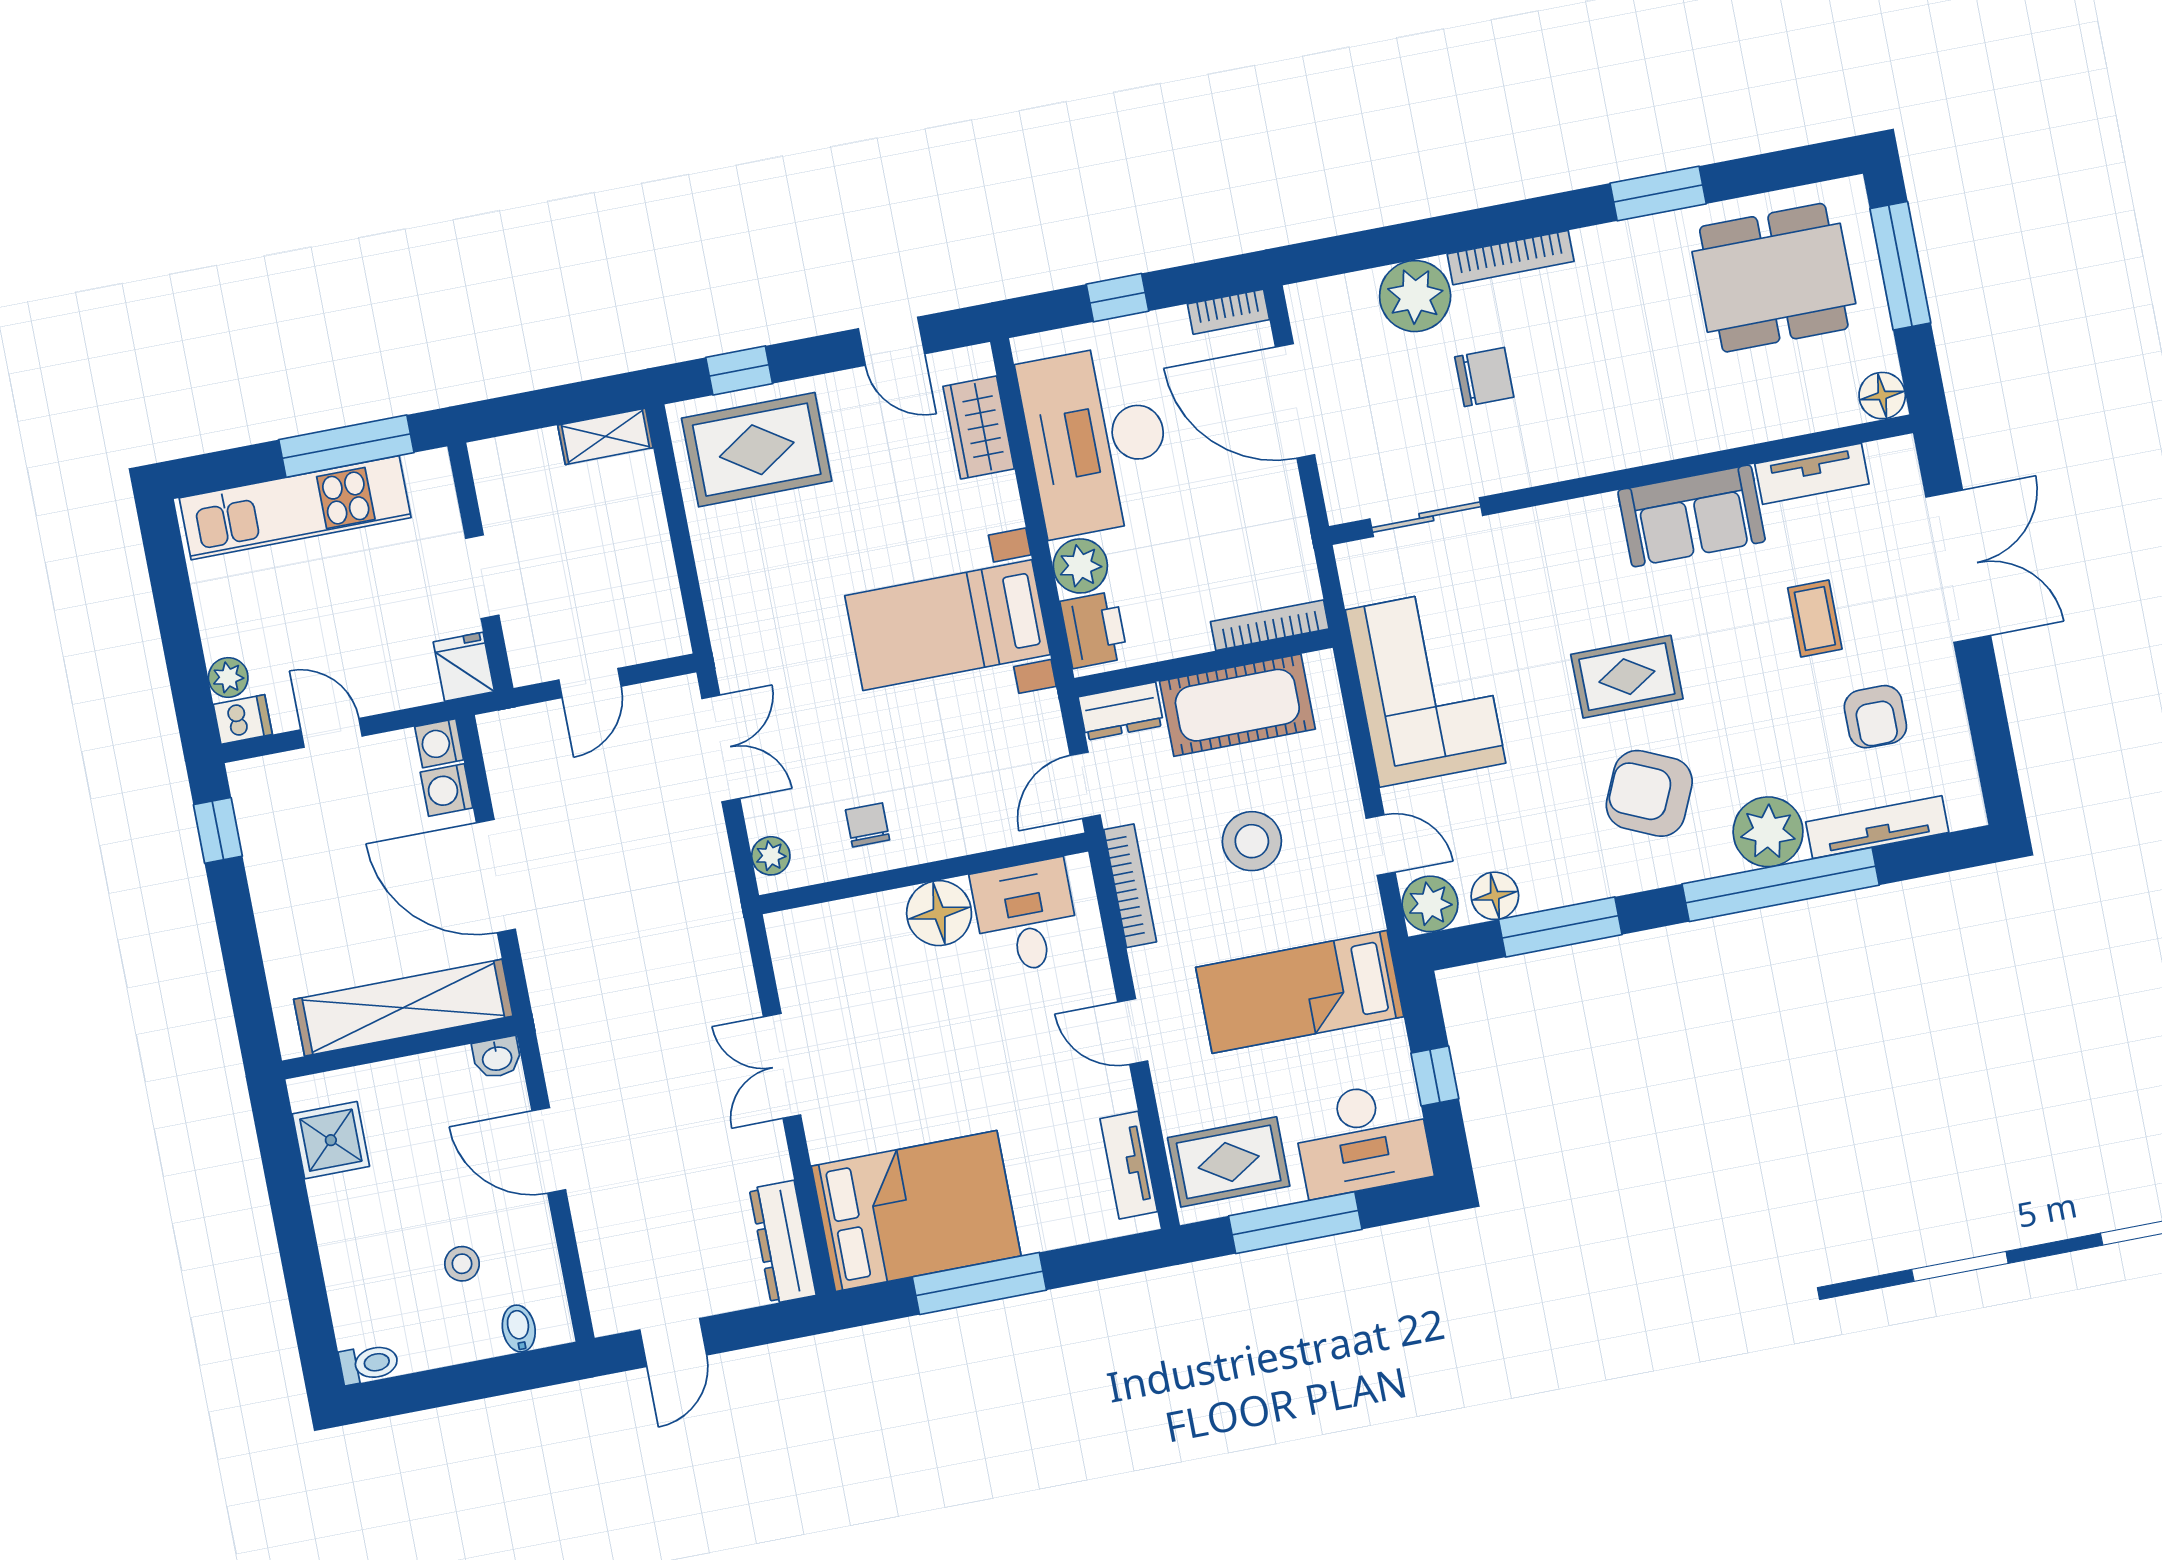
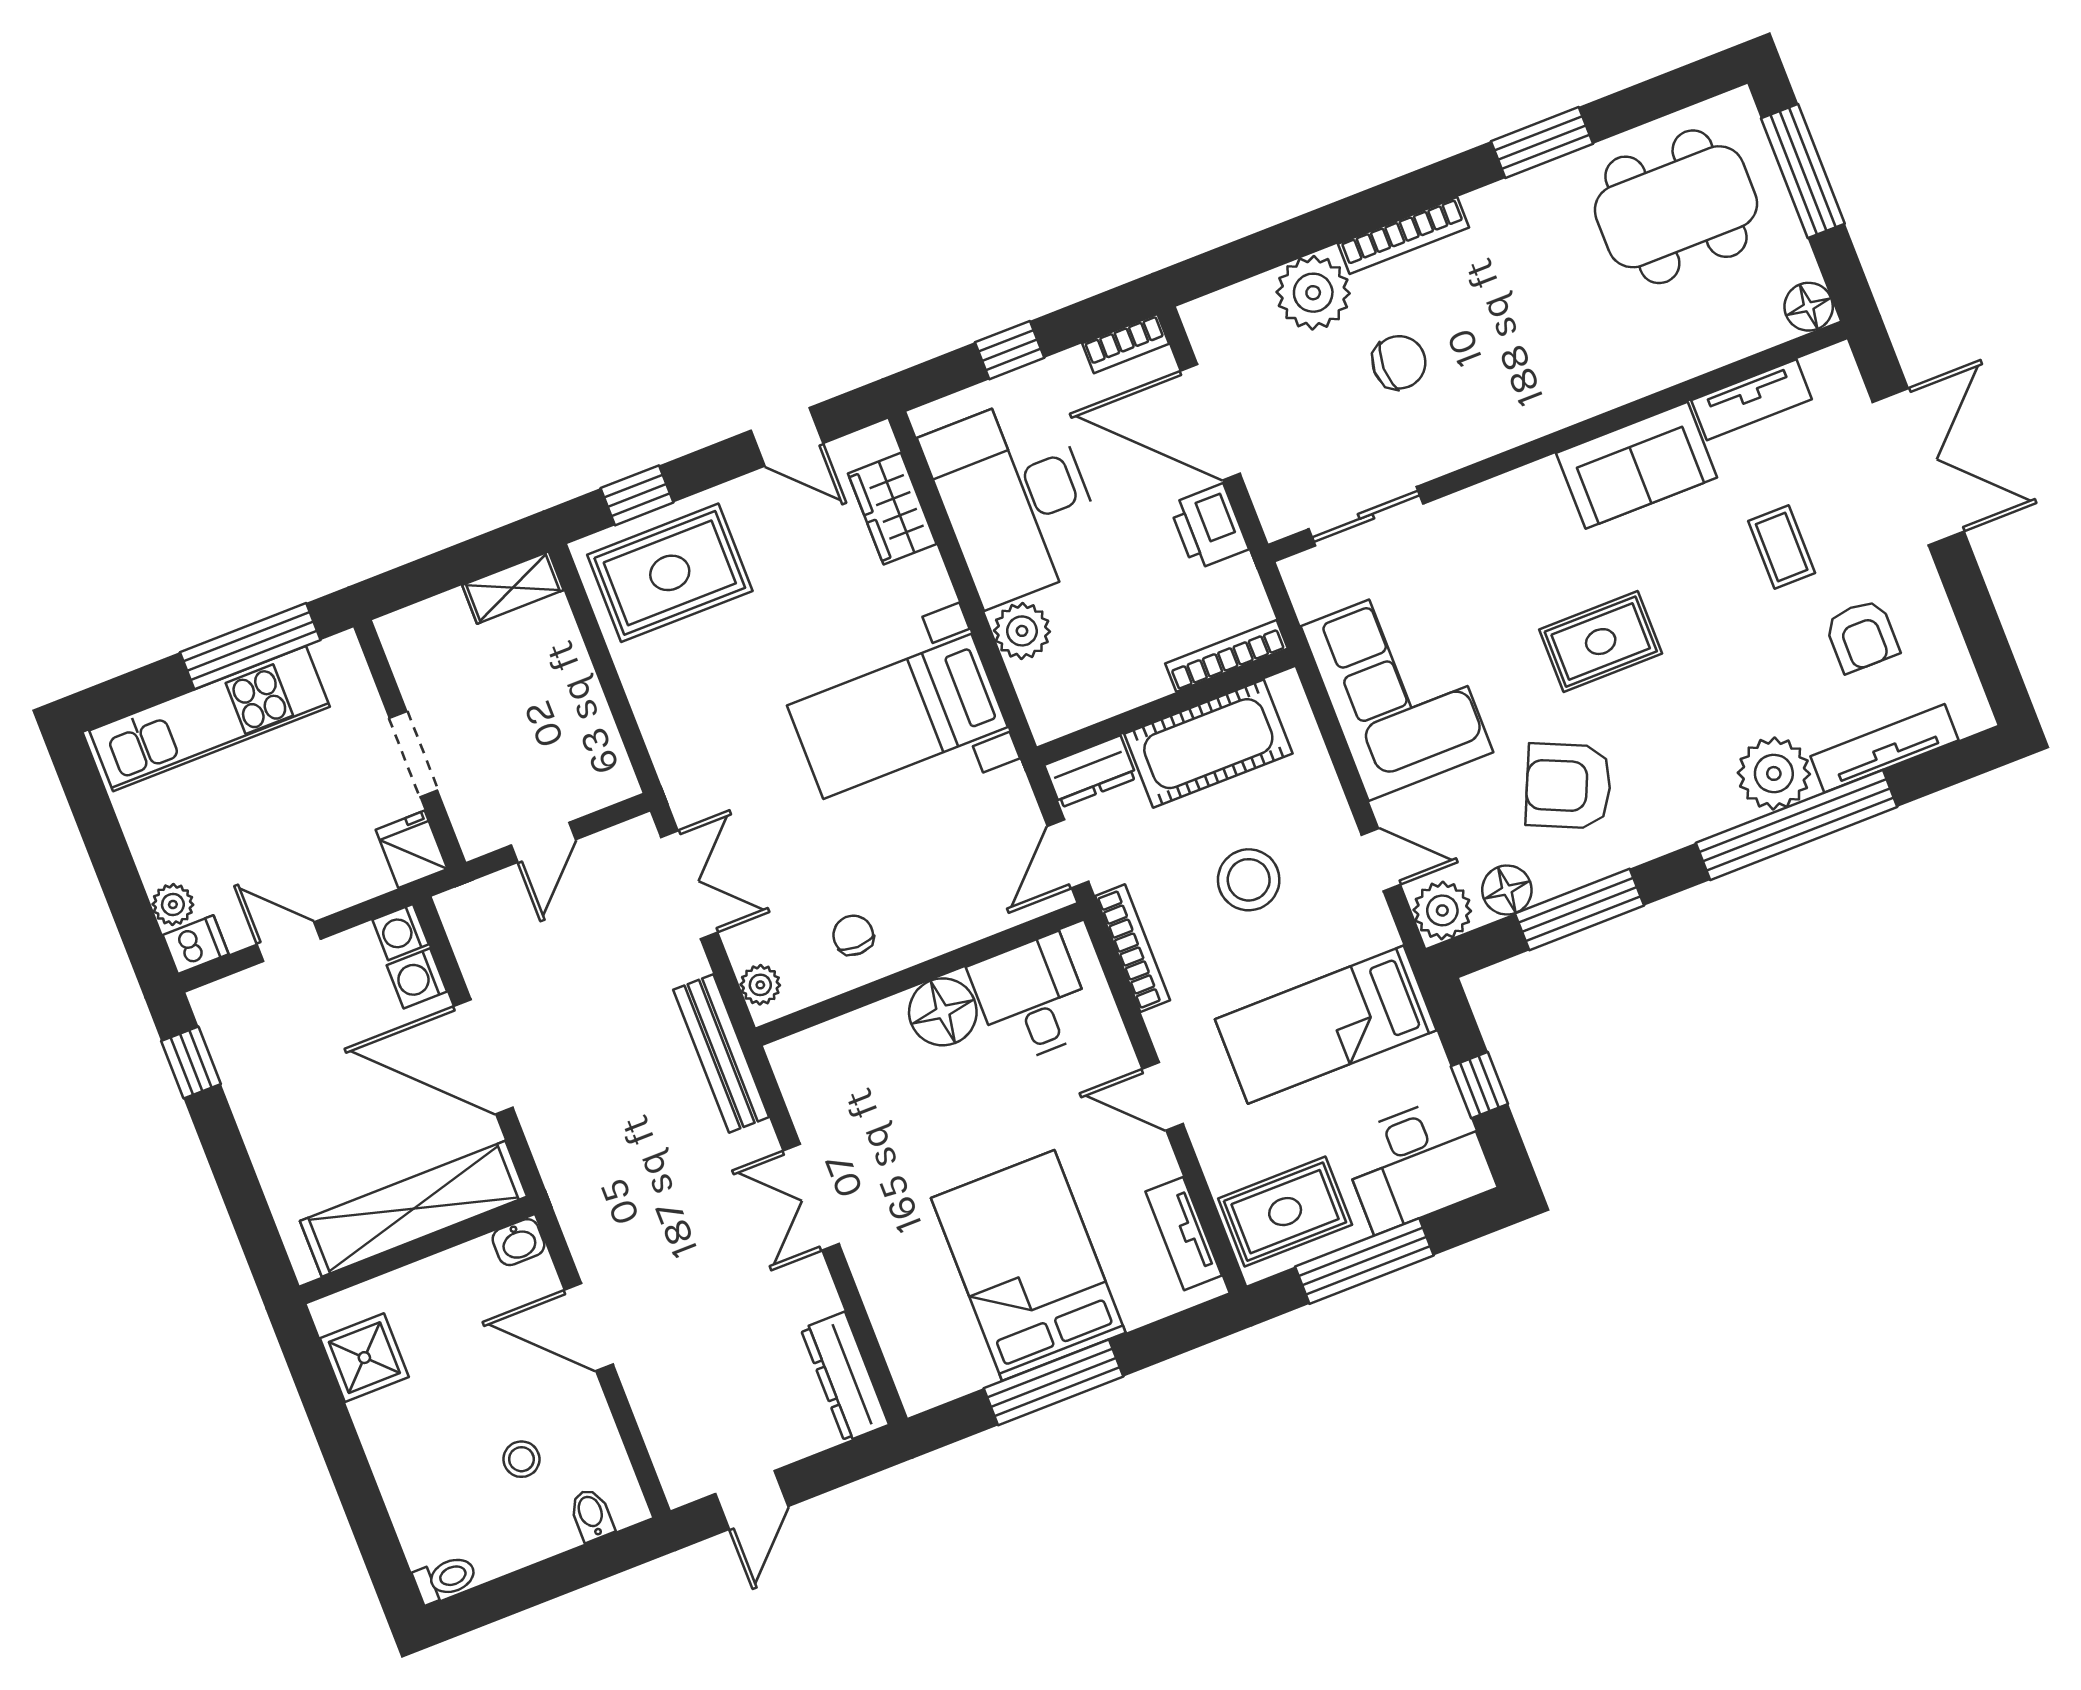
printer: (1094, 630) -> (1209, 527), moved, turned 180
armchair: (1649, 793) -> (1568, 786), moved
bench: (722, 914) -> (721, 1053), added
bed: (916, 1211) -> (1028, 1265), moved, turned -90

